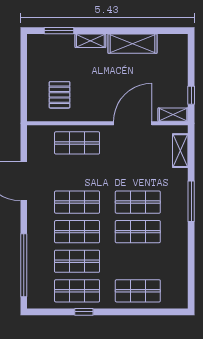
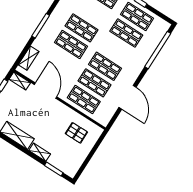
pallet: (60, 95) -> (76, 133), turned 90
door: (133, 123) -> (46, 91), swing flipped
shop shelf: (77, 232) -> (94, 83), moved

